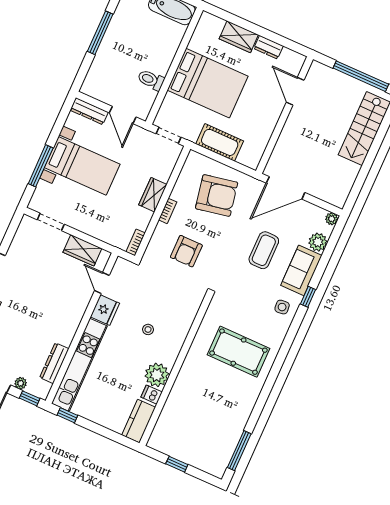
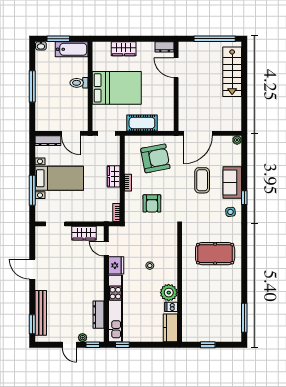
dresser: (268, 47) -> (165, 47), moved
toilet: (151, 80) -> (79, 83), moved
plant: (318, 242) -> (235, 159), removed

